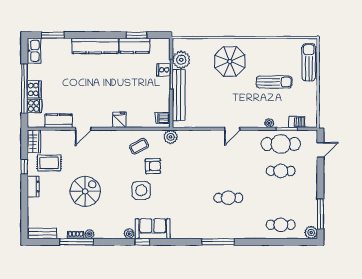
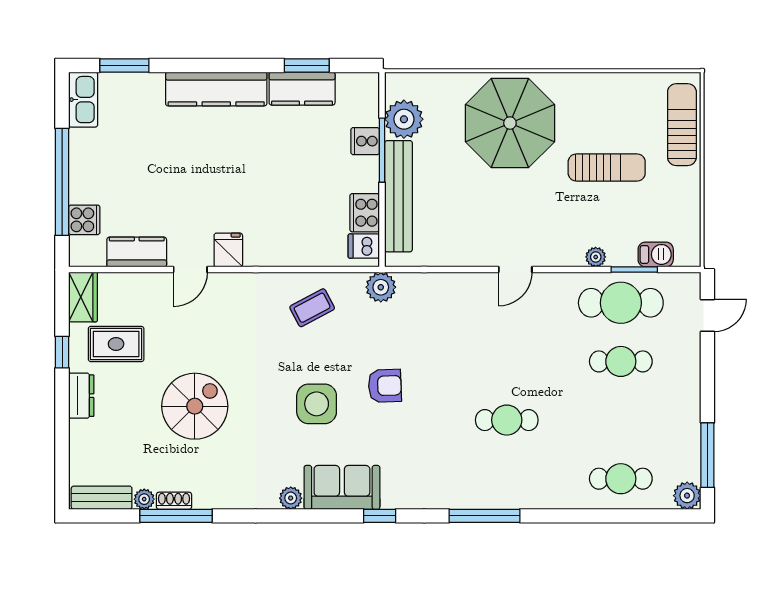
parasol: (230, 62) -> (510, 123), width x1.36, depth x1.36
cooker: (34, 89) -> (365, 213), moved, turned 180
fridge: (119, 120) -> (228, 250), moved
armchair: (153, 166) -> (385, 386), moved
plant: (89, 234) -> (144, 499), moved
window: (142, 242) -> (380, 516), moved

